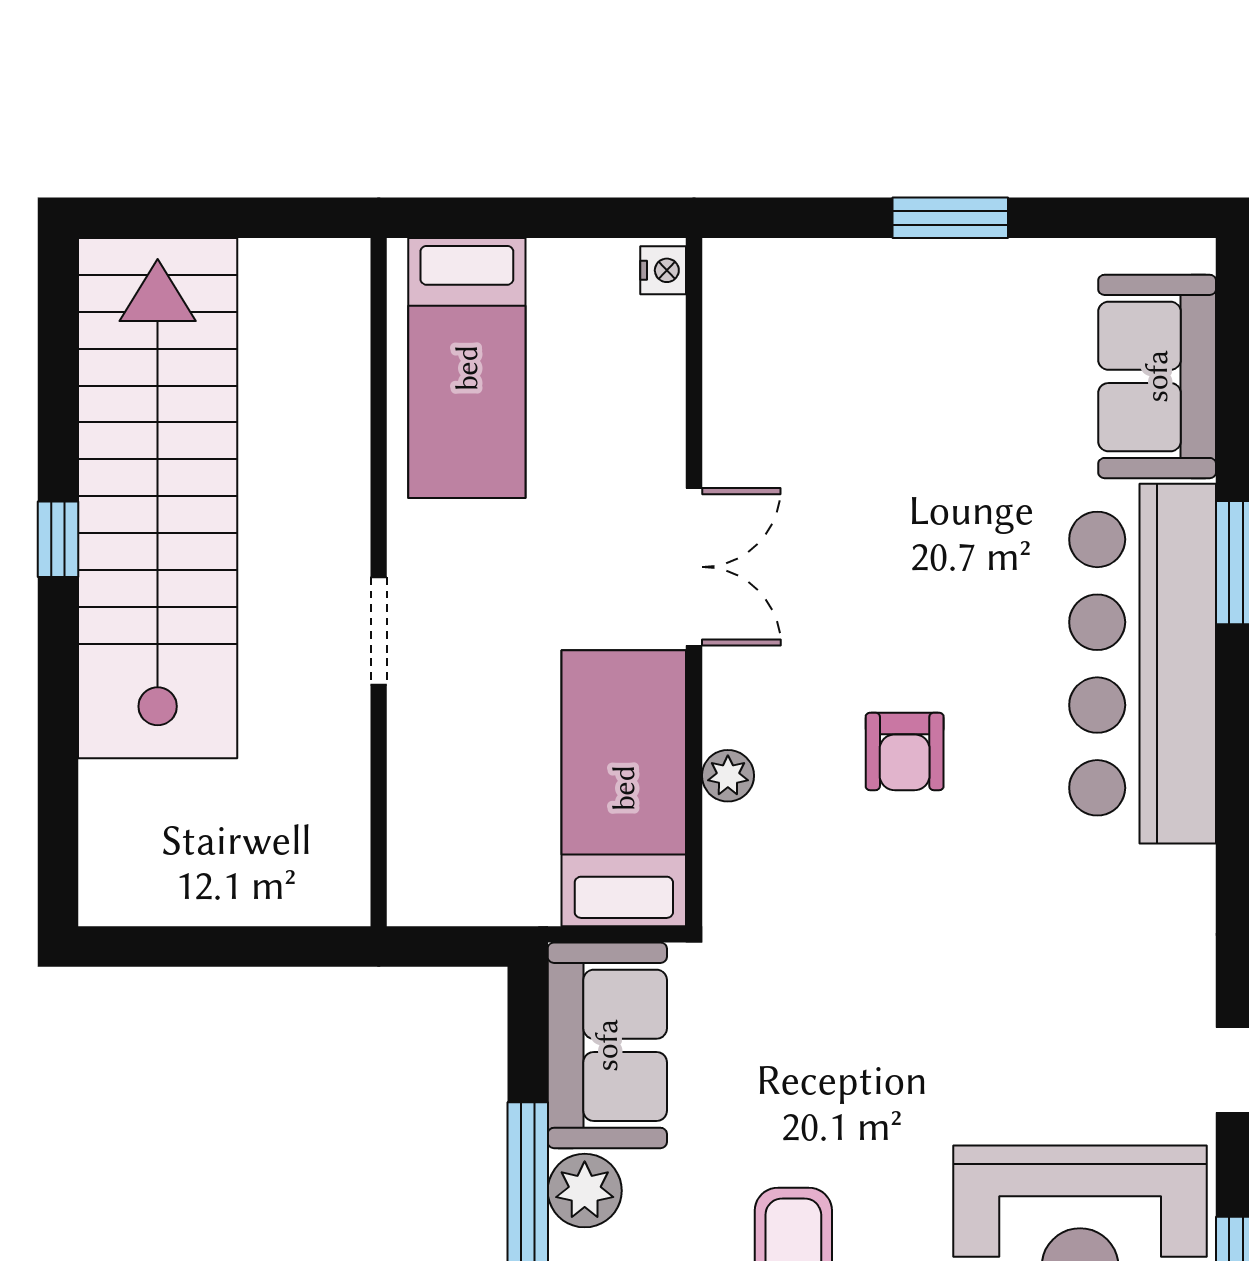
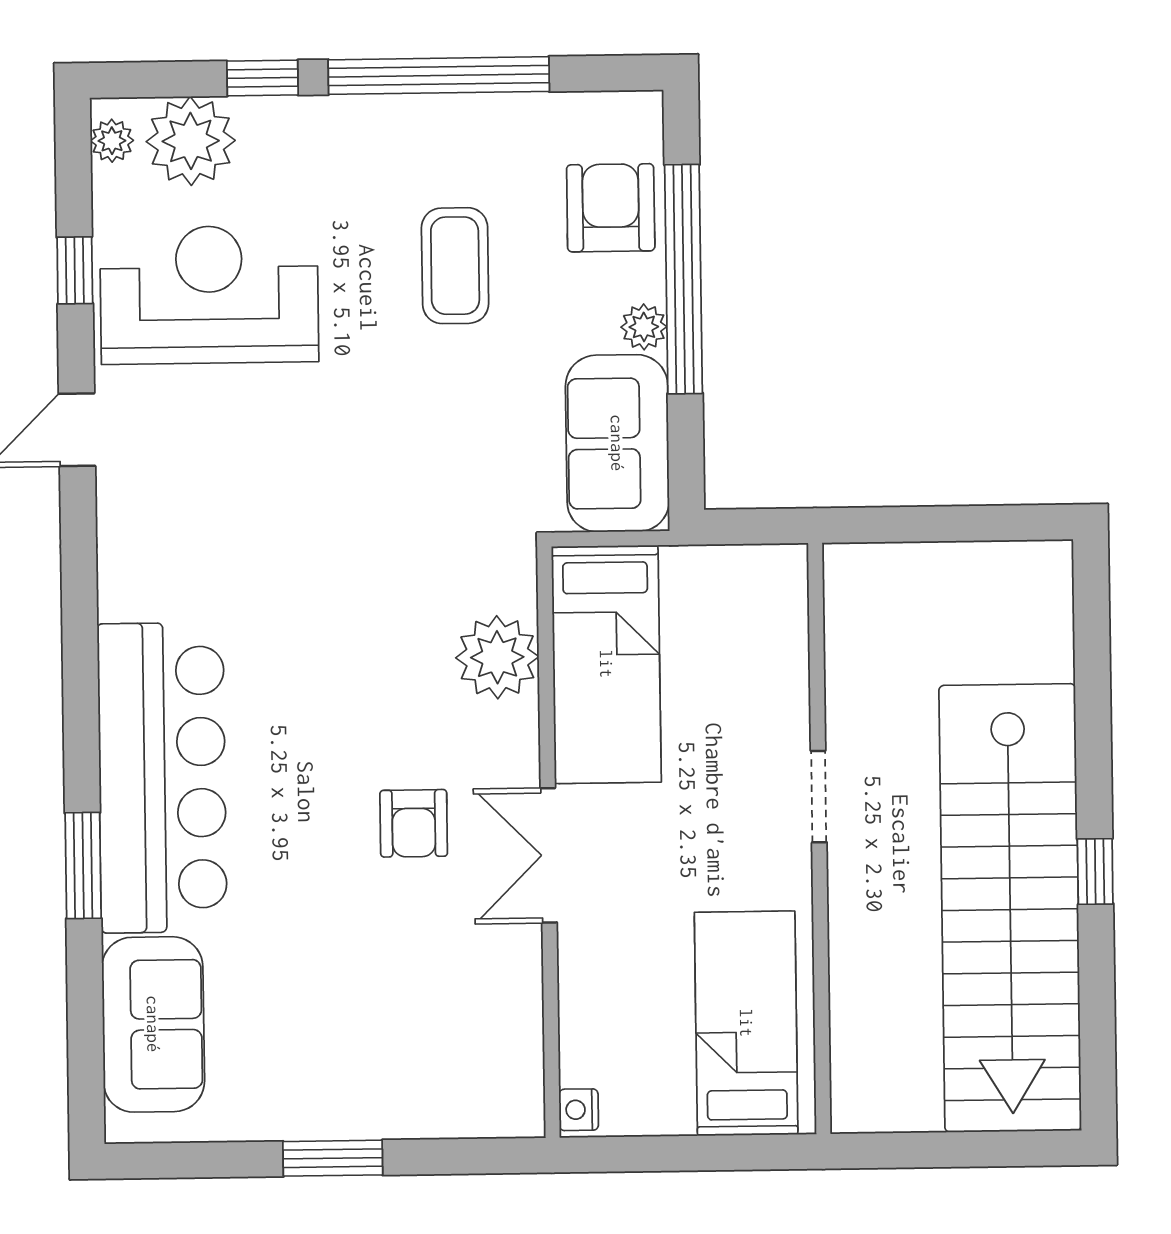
armchair: (905, 751) -> (414, 823), moved, turned 180
plant: (728, 776) -> (497, 657), width x1.88, depth x1.88
plant: (585, 1191) -> (644, 327), width x0.73, depth x0.73

